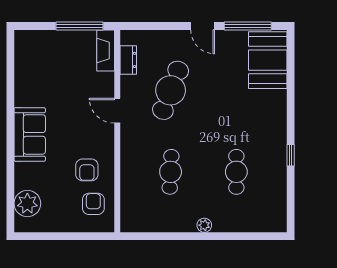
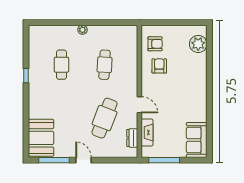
fireplace: (106, 50) -> (147, 132), moved
sofa: (30, 134) -> (197, 140), moved
armchair: (93, 204) -> (155, 44), turned -90

